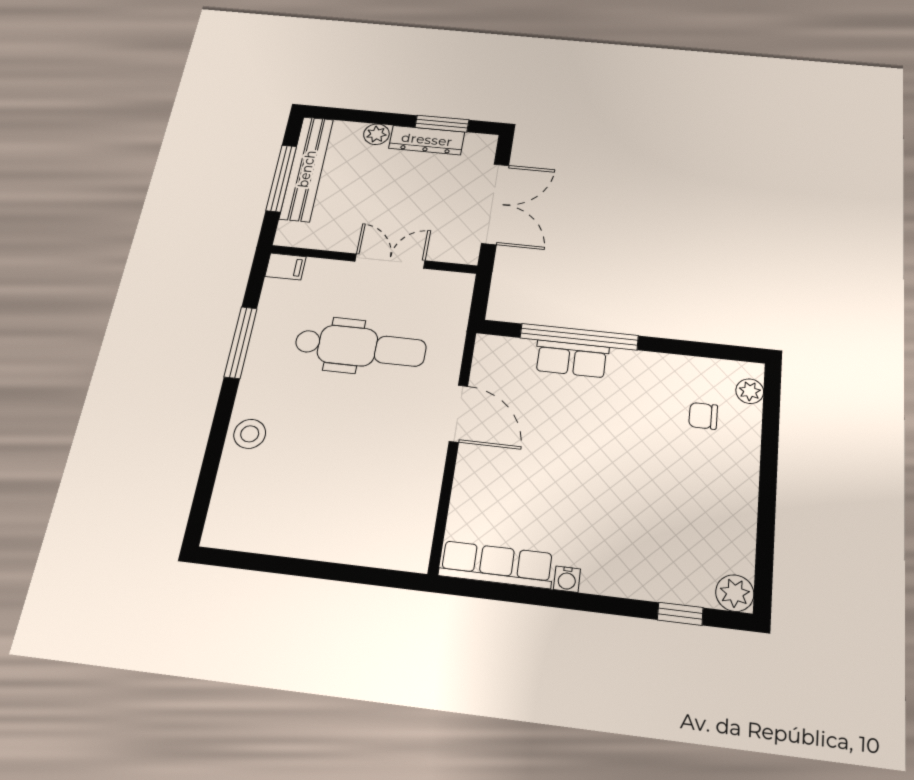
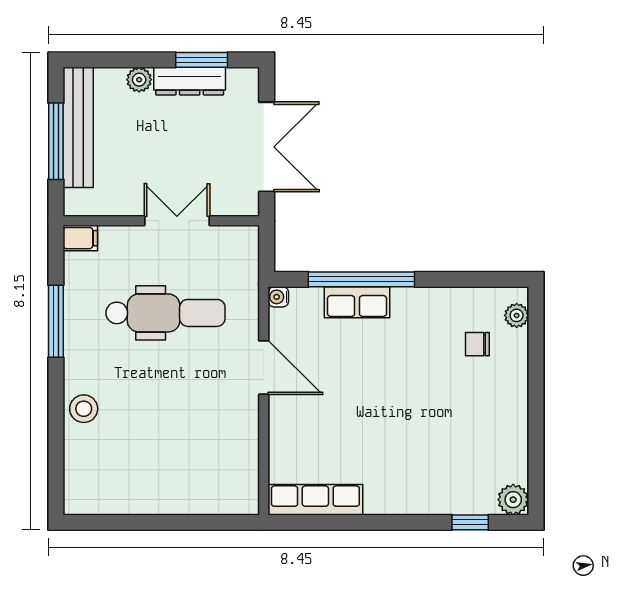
water cooler: (567, 579) -> (278, 297), moved, turned 90

